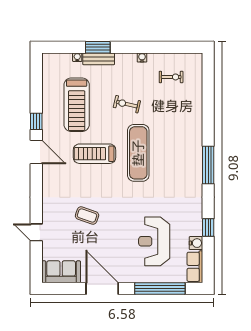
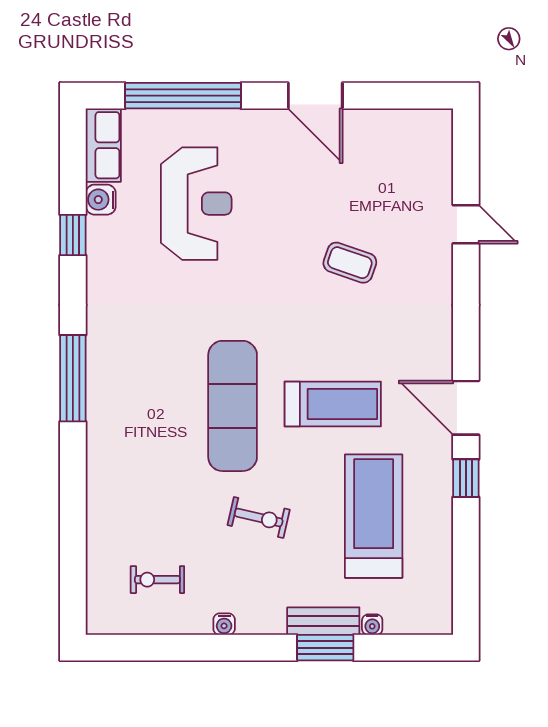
sofa: (61, 272) -> (409, 134), removed
door: (102, 288) -> (315, 96), width x0.73

